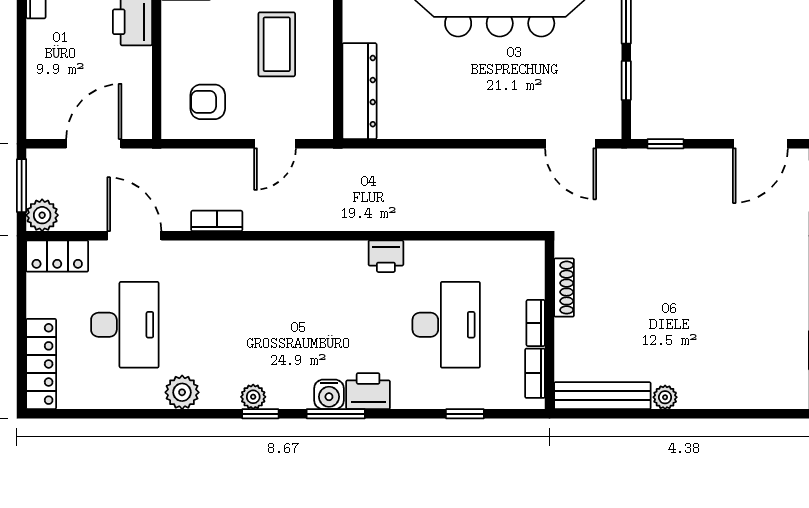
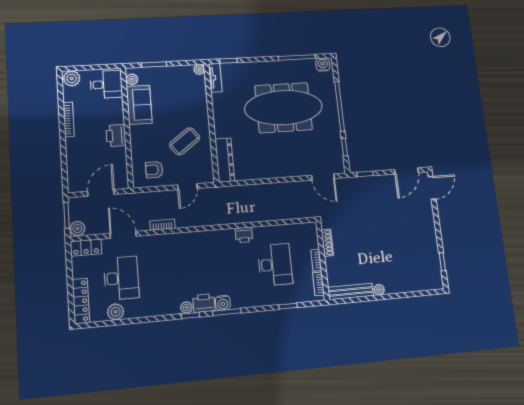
coffee table: (277, 44) -> (185, 141), turned 53
printer: (368, 391) -> (204, 303), moved
plant: (182, 392) -> (116, 312), moved

